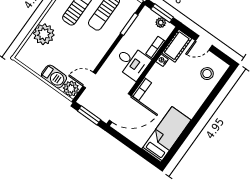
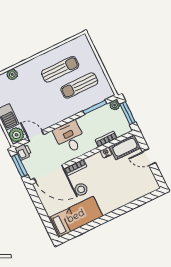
plant: (161, 23) -> (115, 105), moved
plant: (44, 34) -> (12, 74), width x0.53, depth x0.53
desk: (132, 62) -> (70, 137), moved, turned 180
stool: (207, 74) -> (81, 189), moved
printer: (86, 101) -> (23, 152), added

